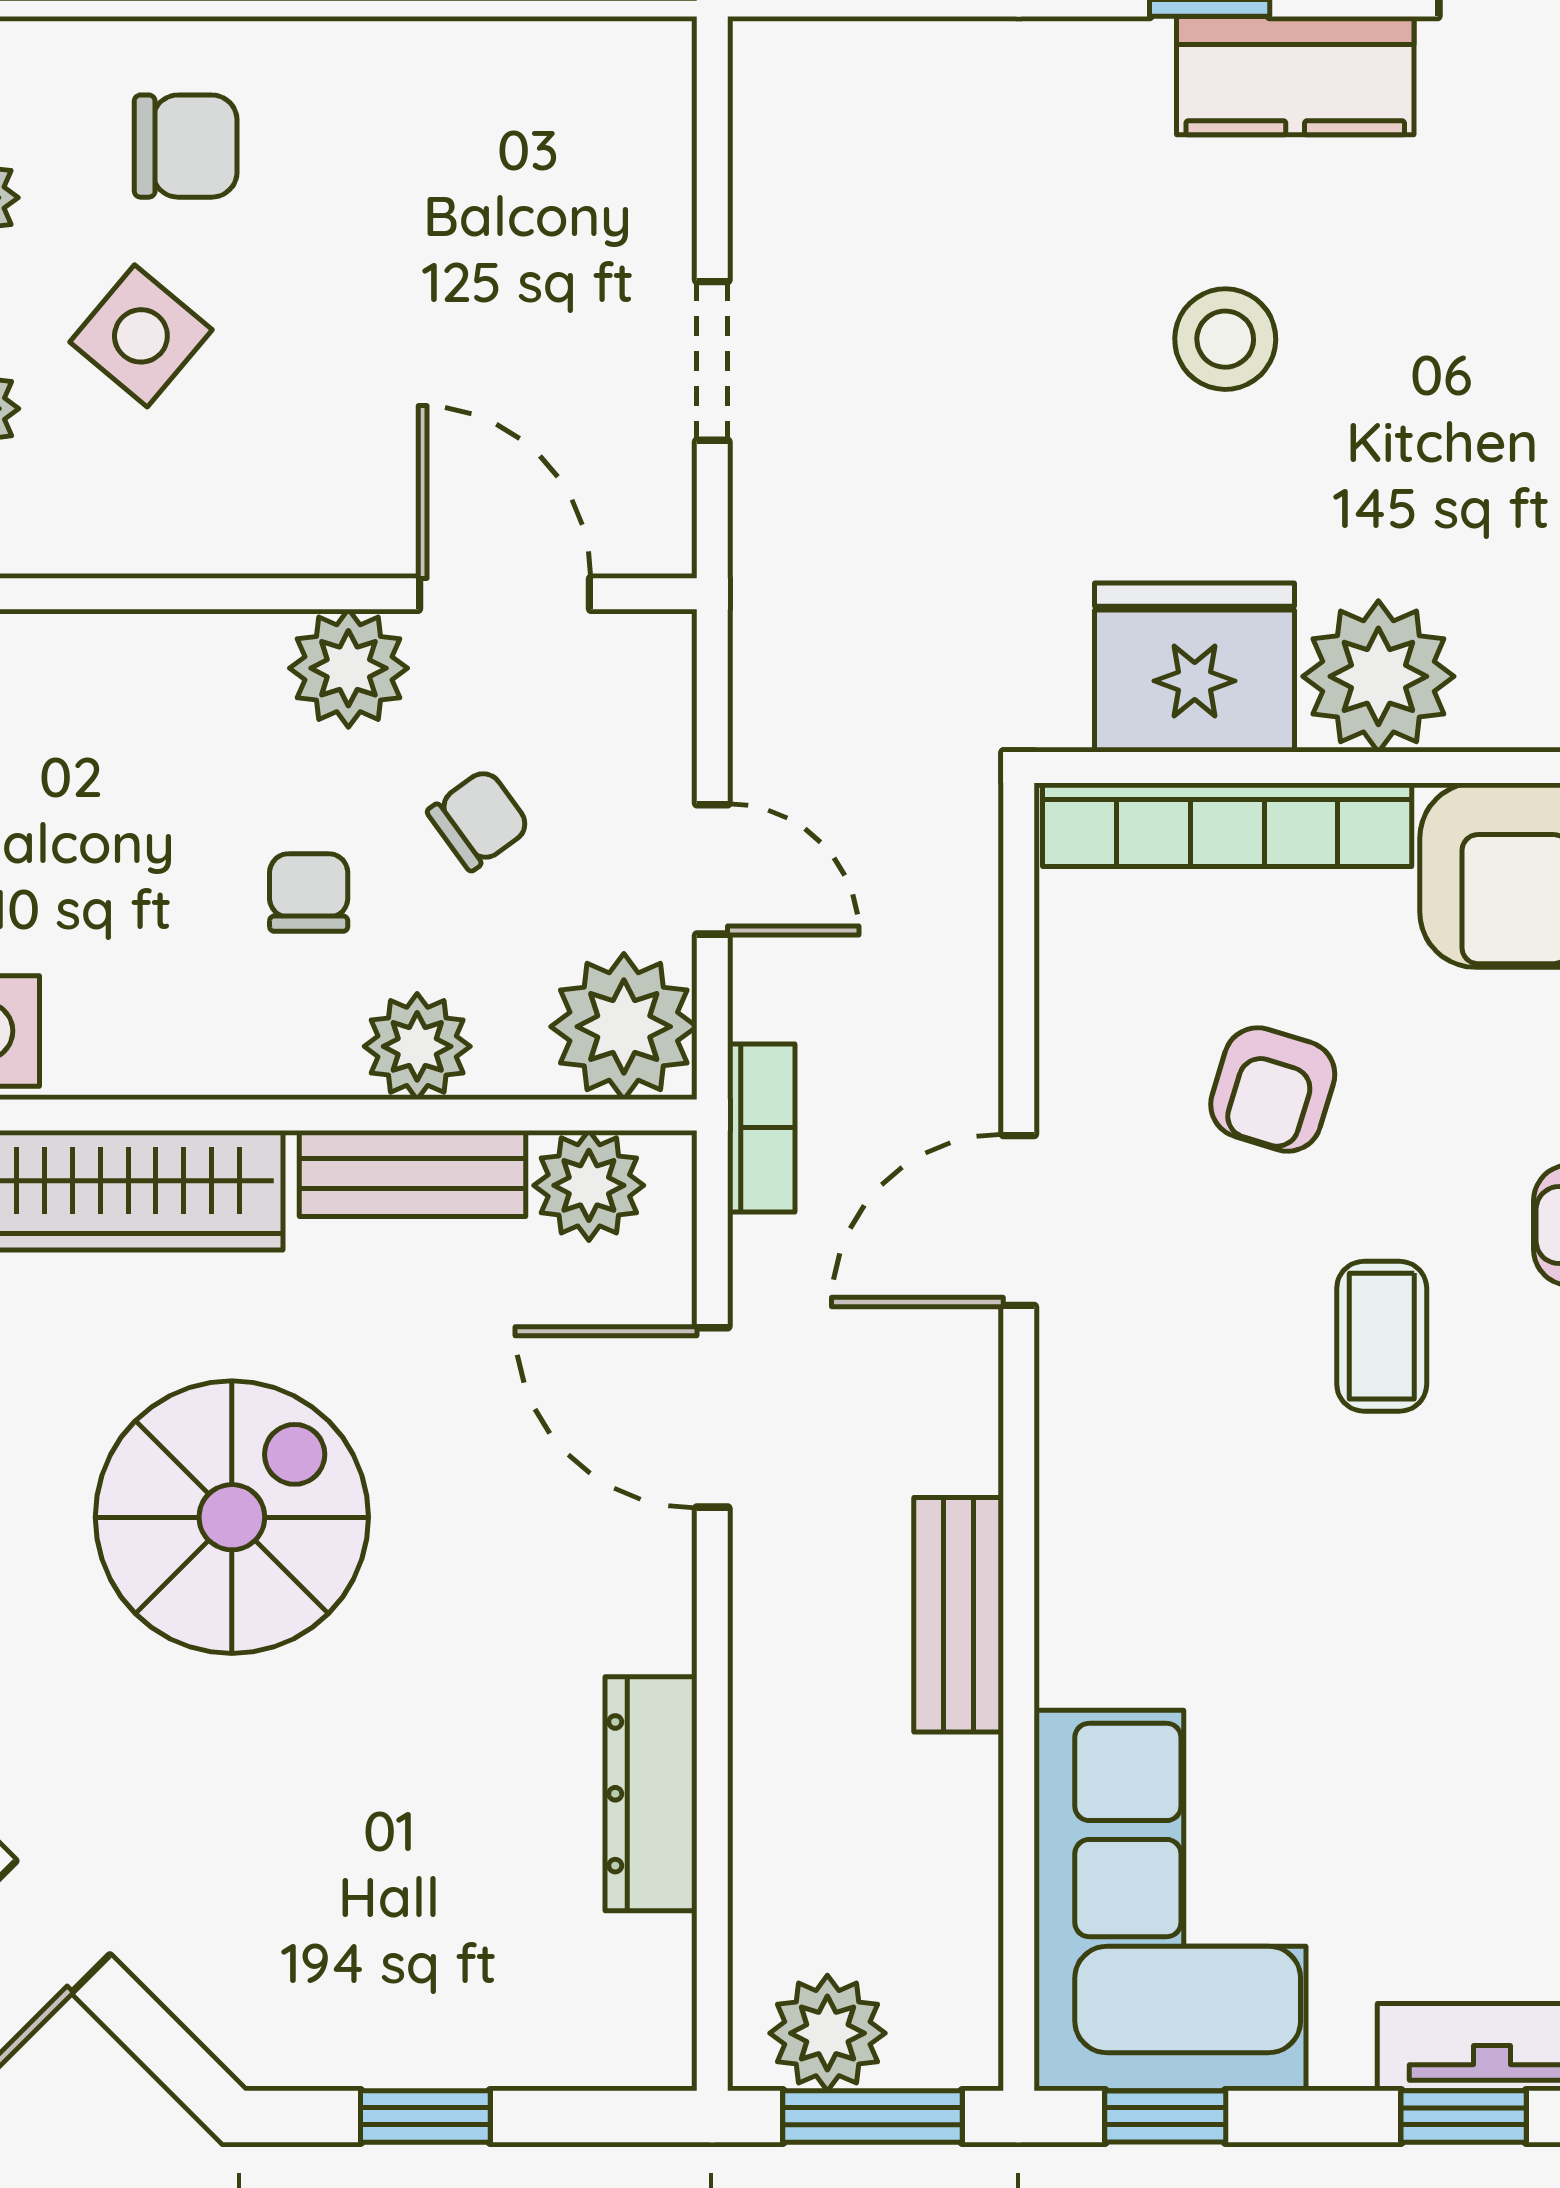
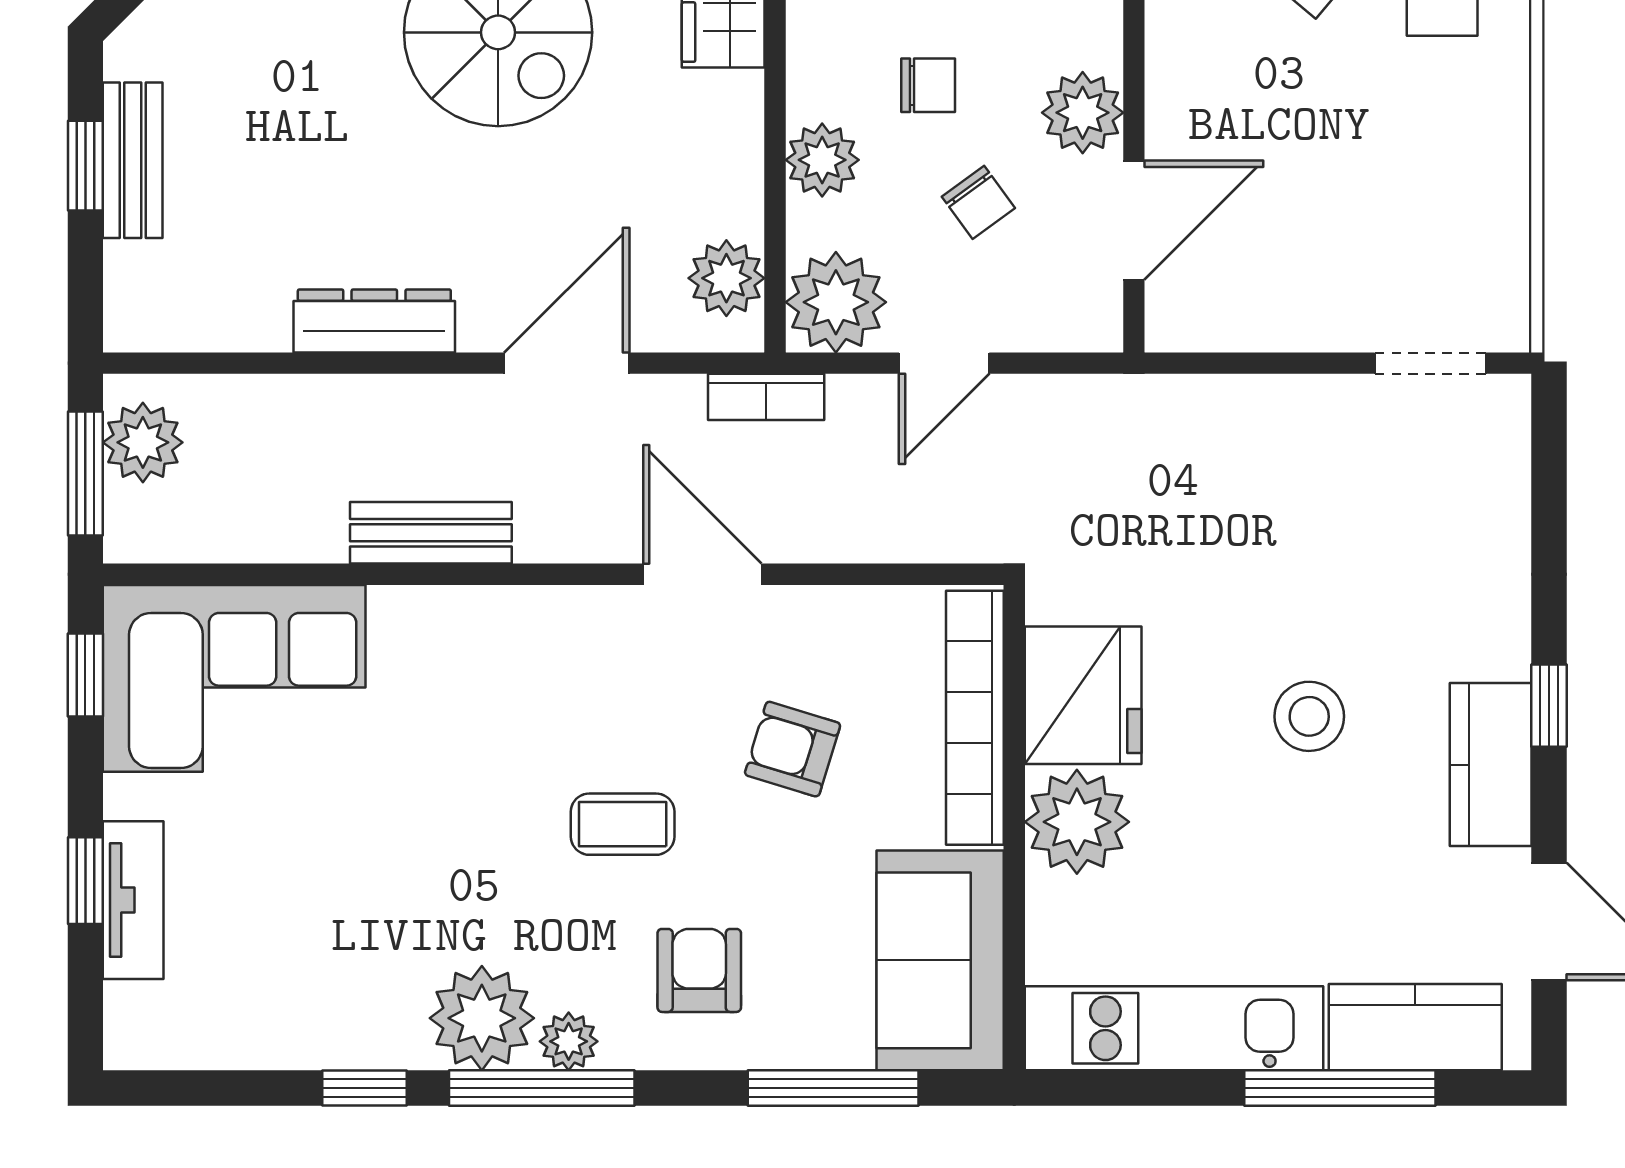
doorway: (712, 361) -> (1430, 363), moved
bench: (412, 1173) -> (133, 160), moved
dresser: (651, 1794) -> (374, 321), moved

